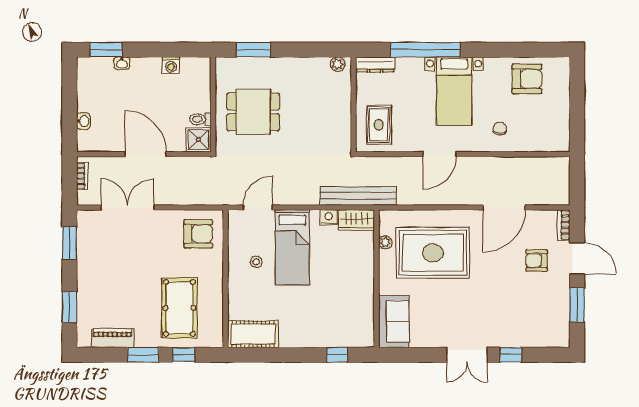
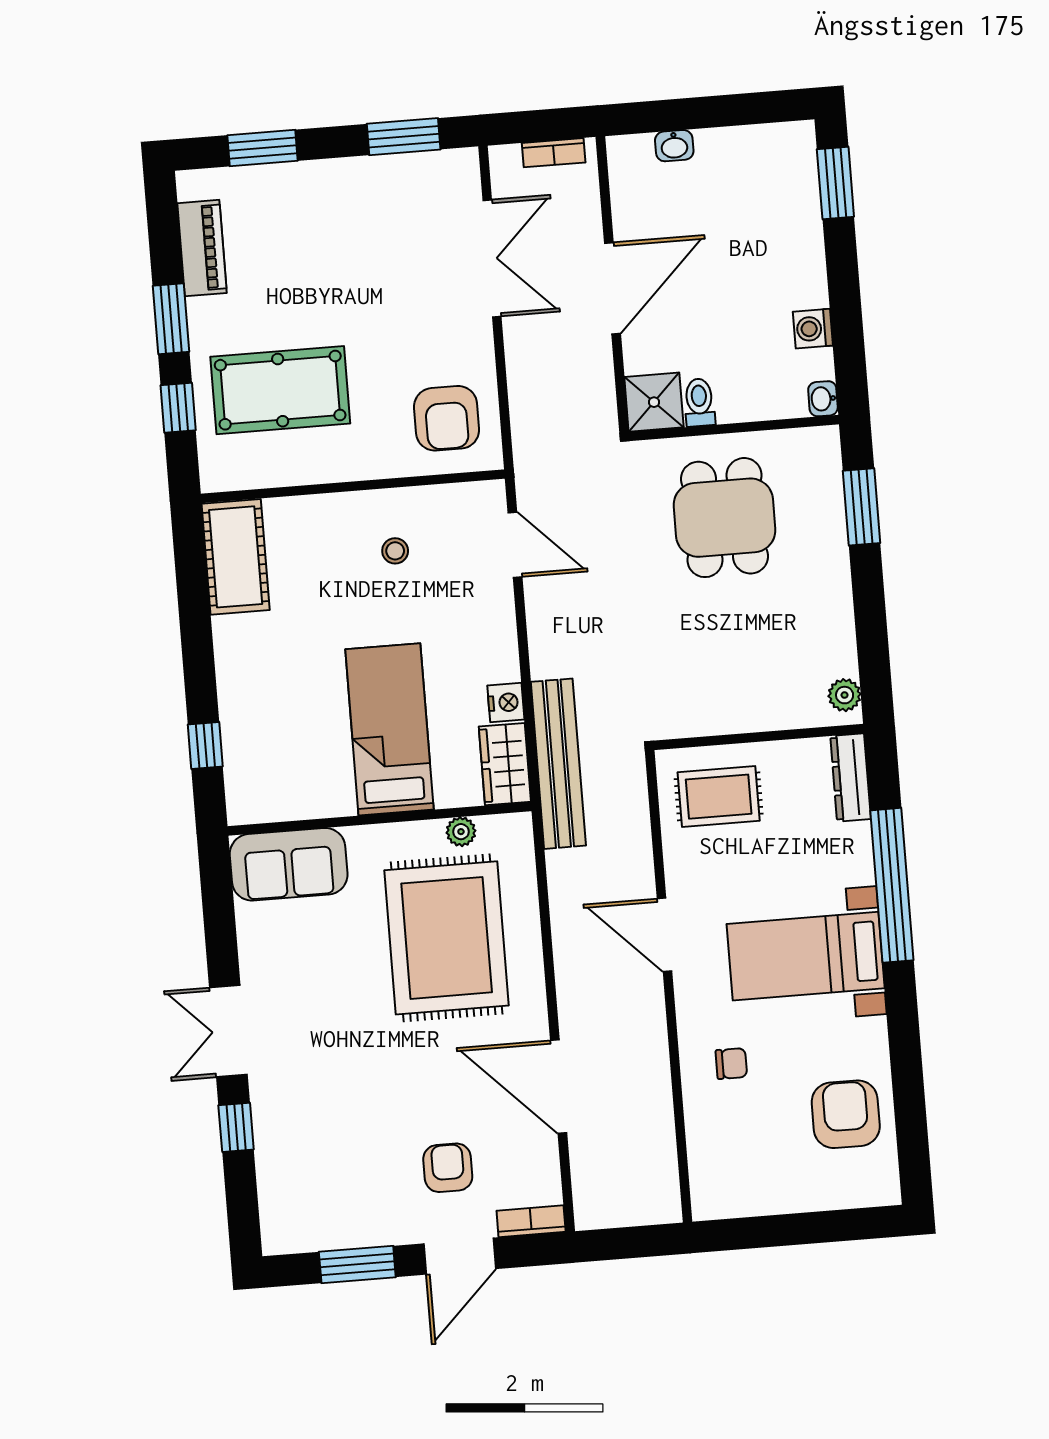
washbasin: (122, 63) -> (823, 399), moved
armchair: (527, 79) -> (846, 1114), turned 180
bed: (292, 247) -> (389, 729), moved, turned 90

